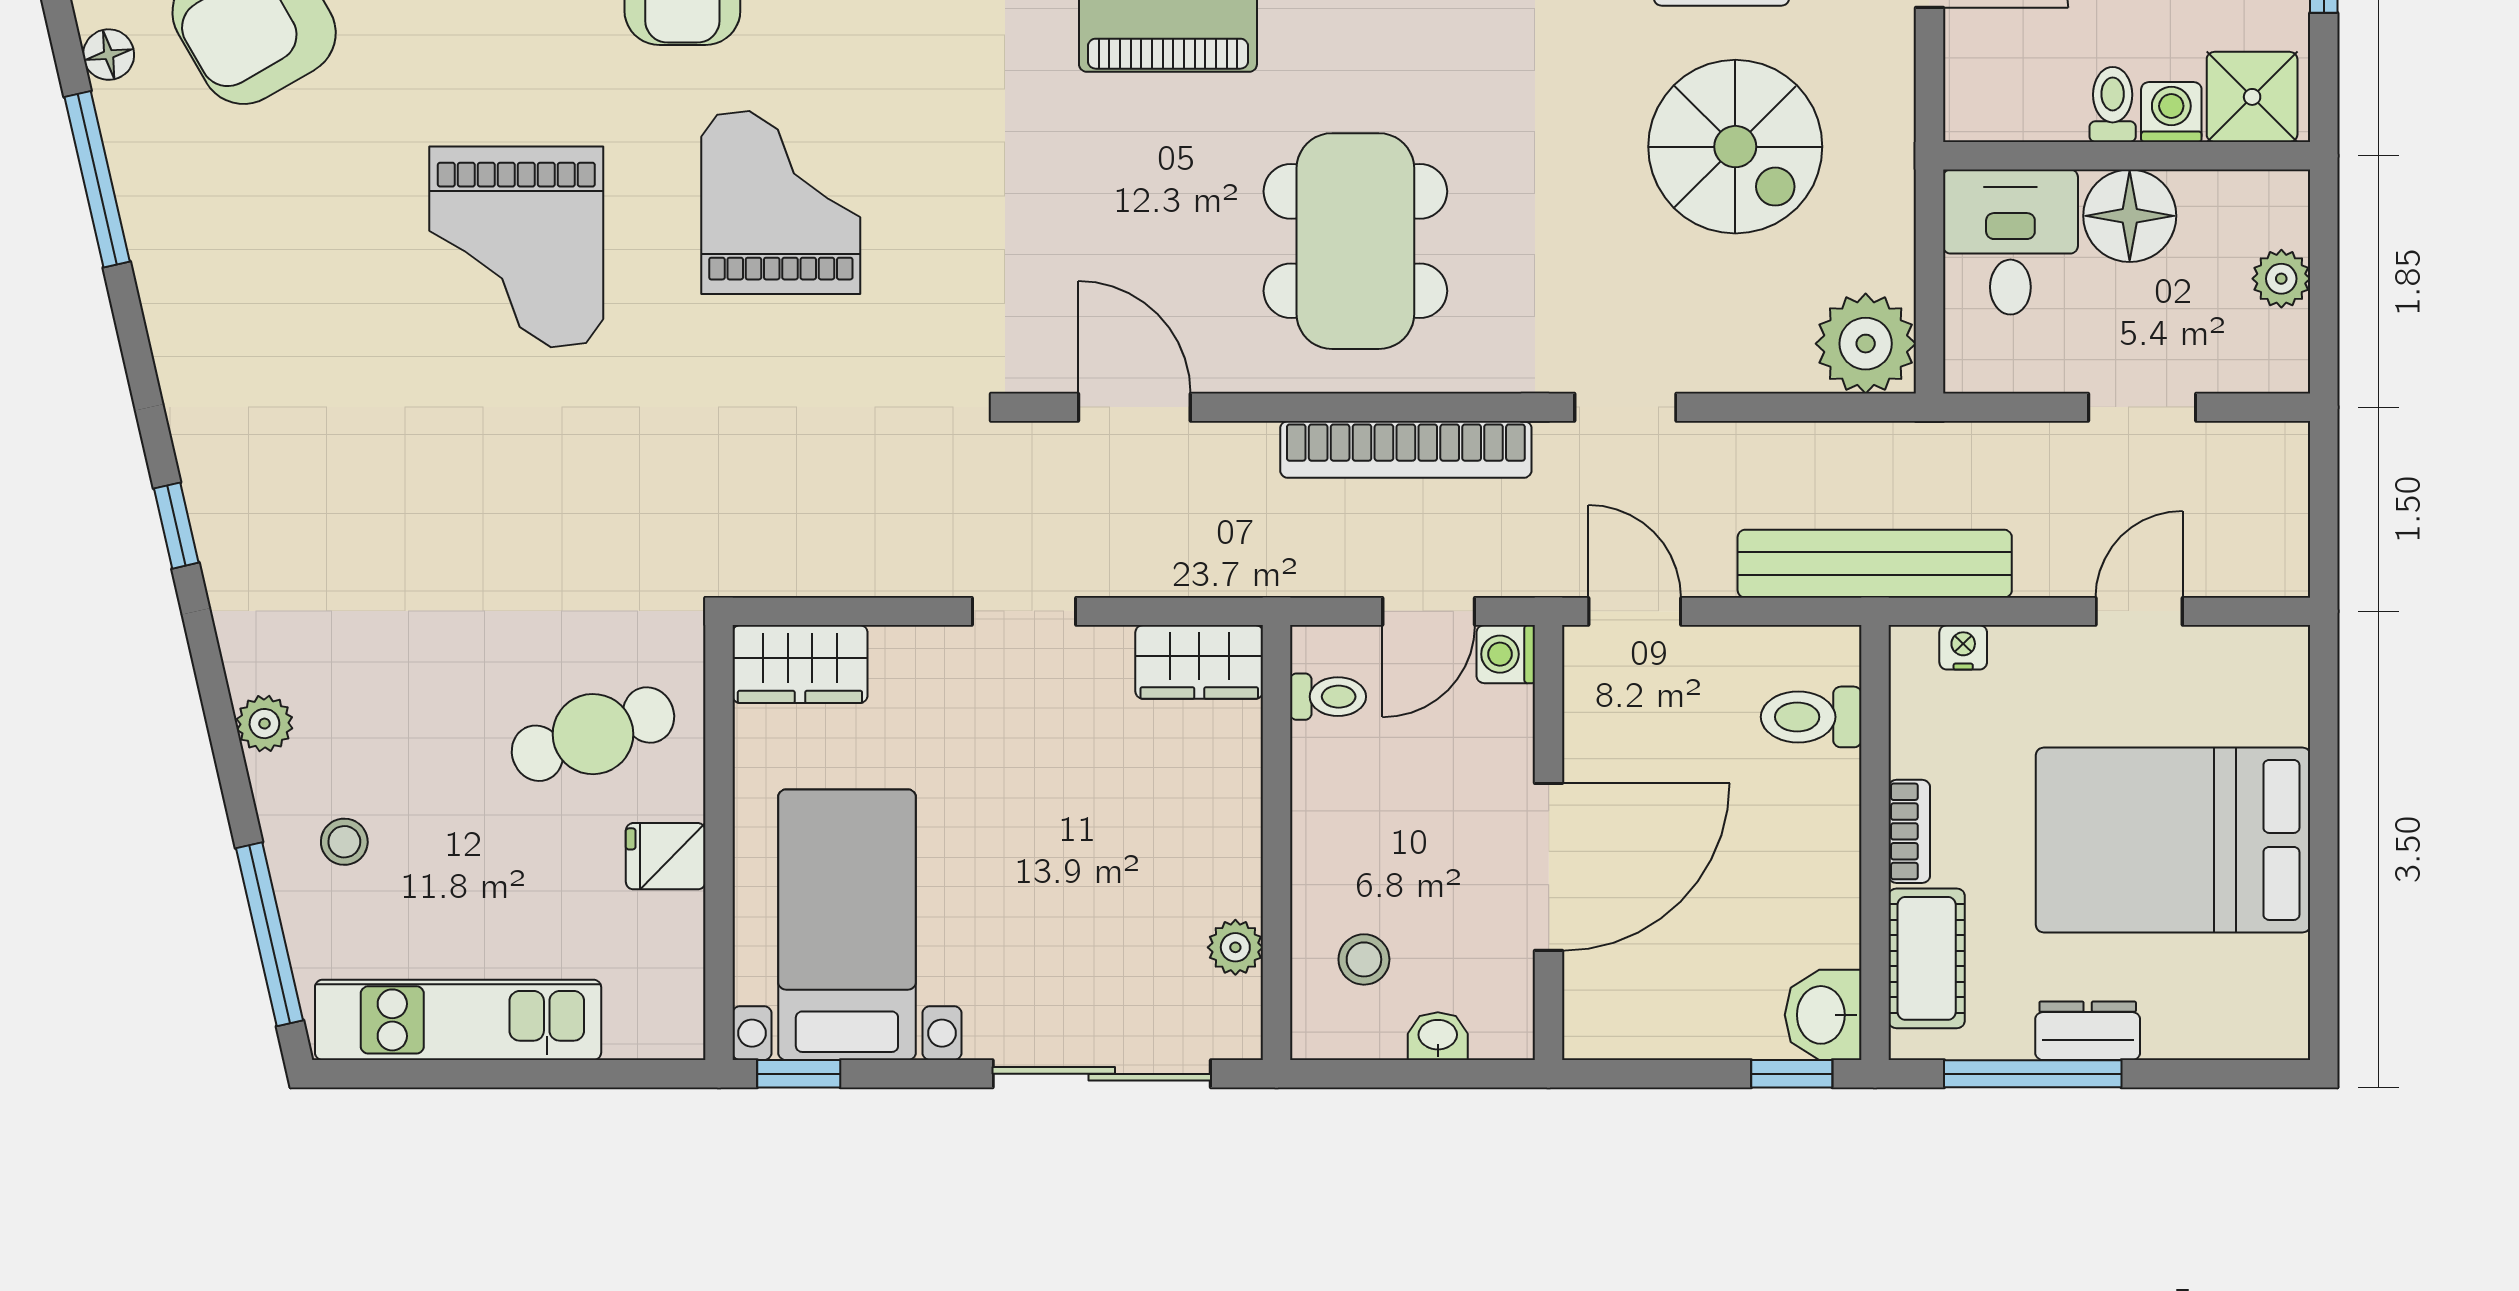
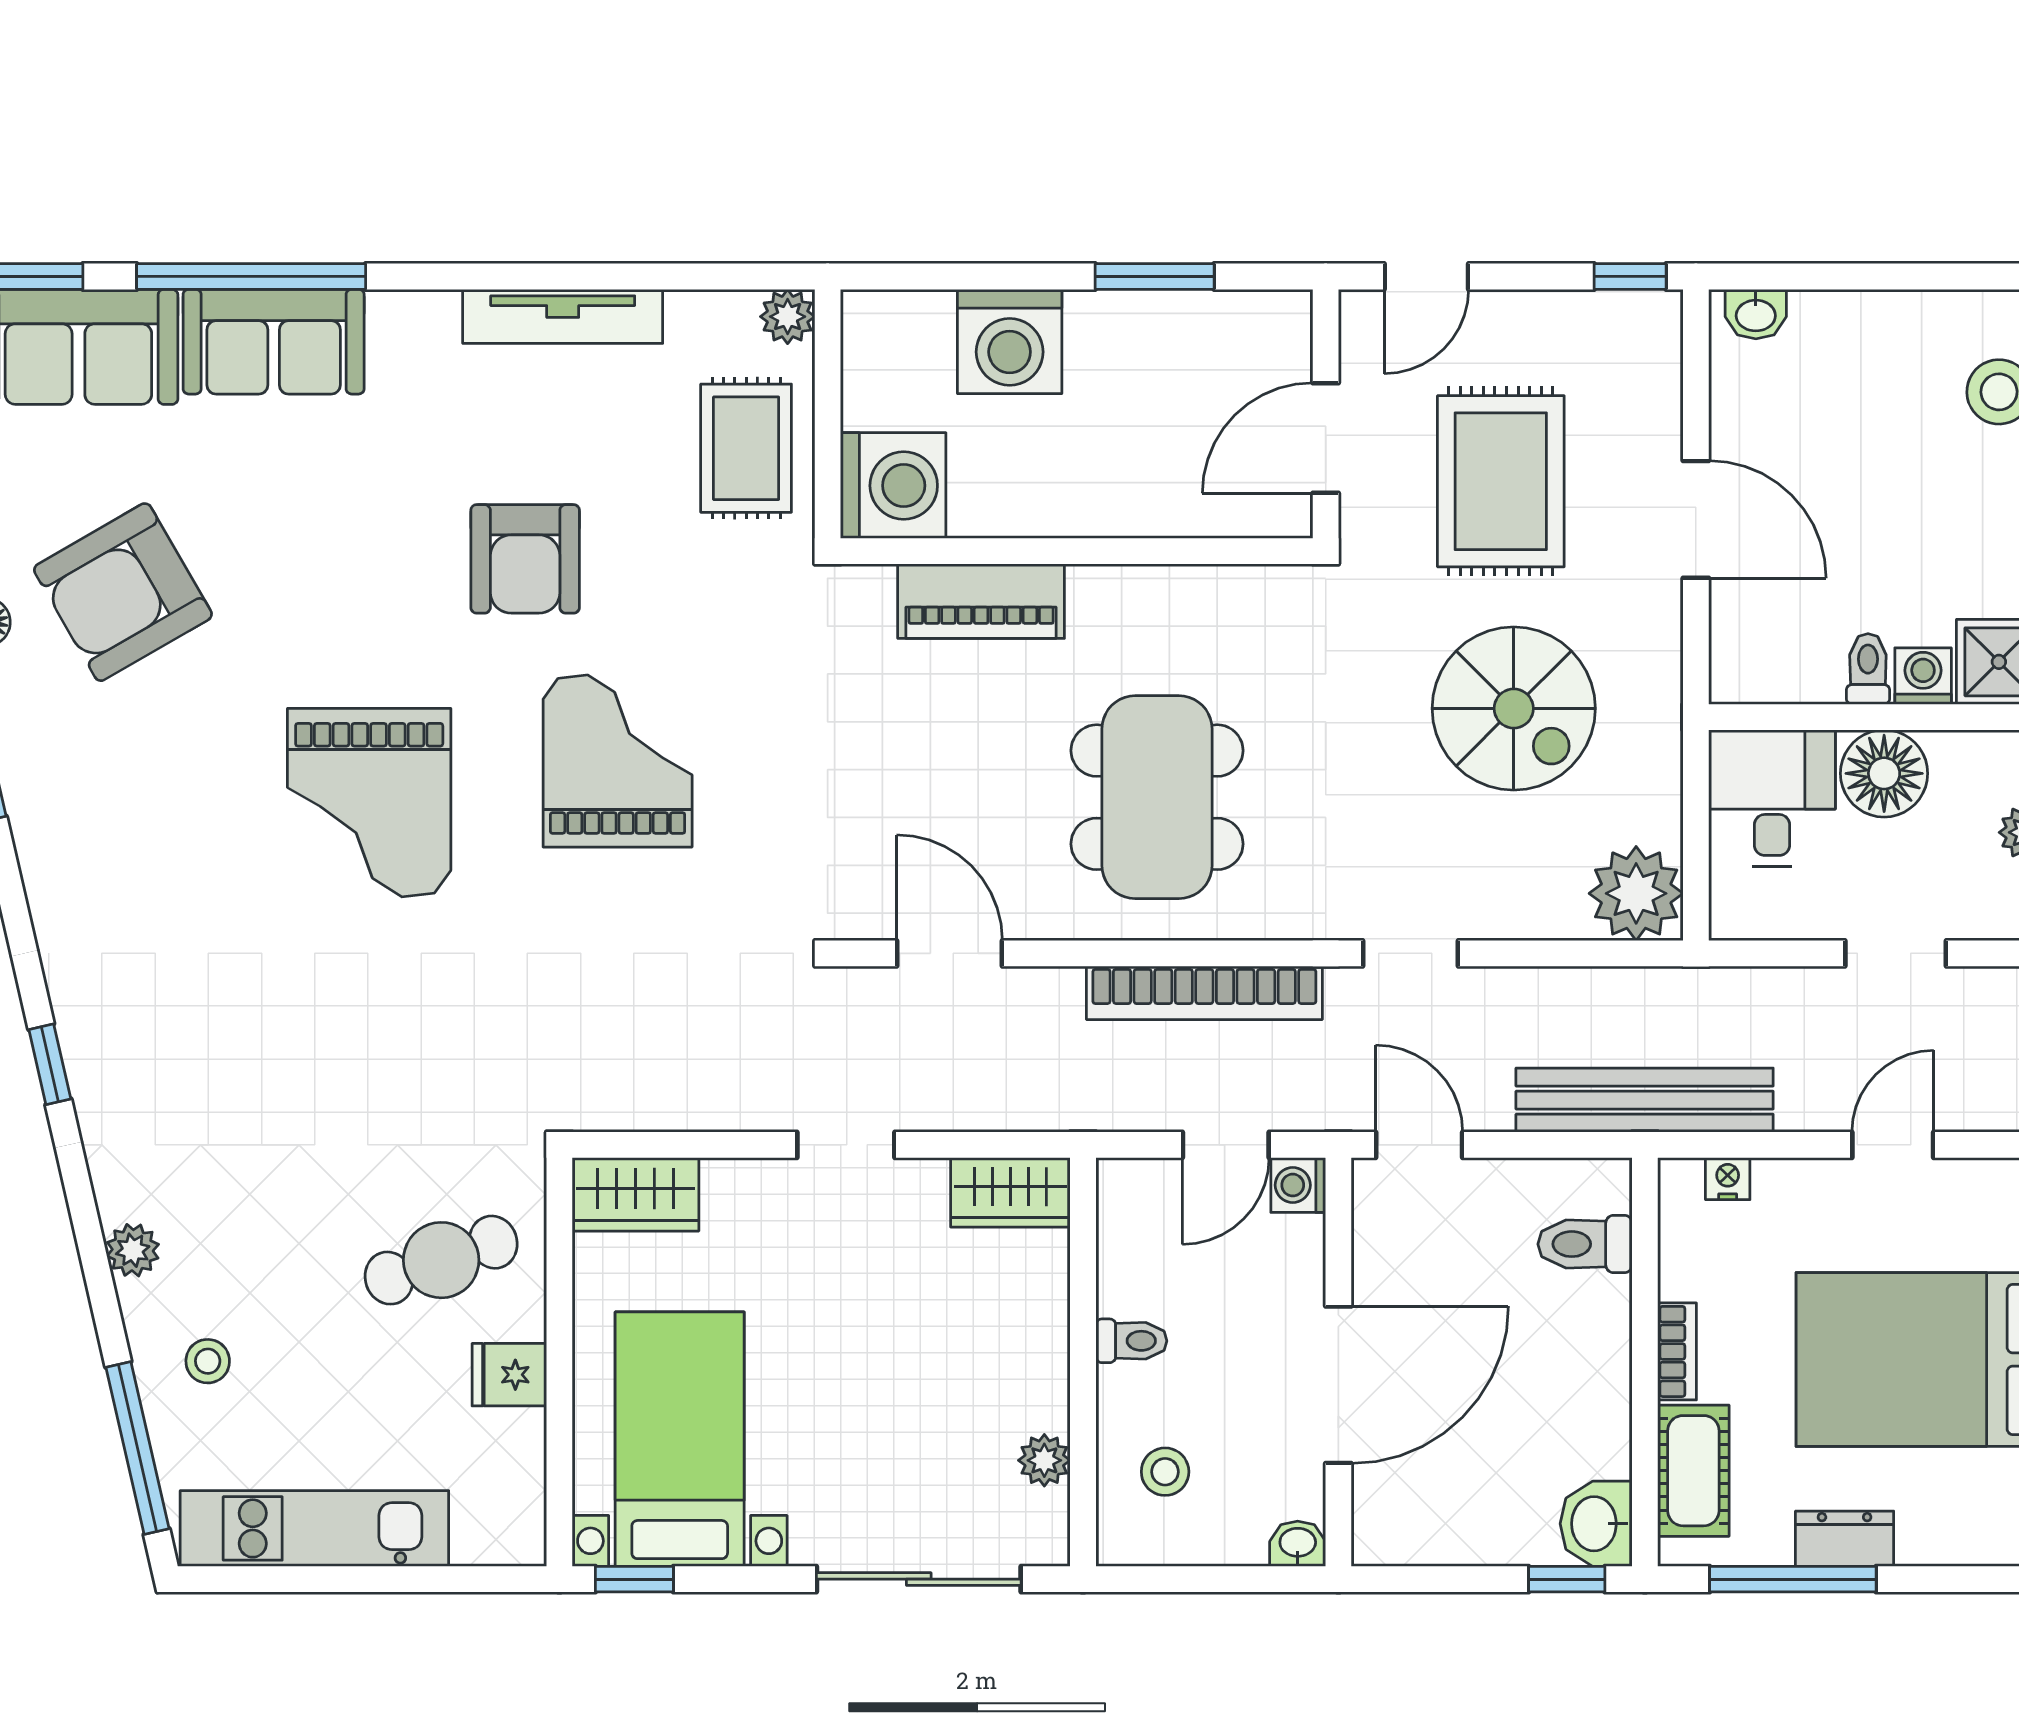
toilet: (1328, 697) -> (1131, 1341), moved
washbasin: (1438, 1036) -> (1298, 1544), moved

